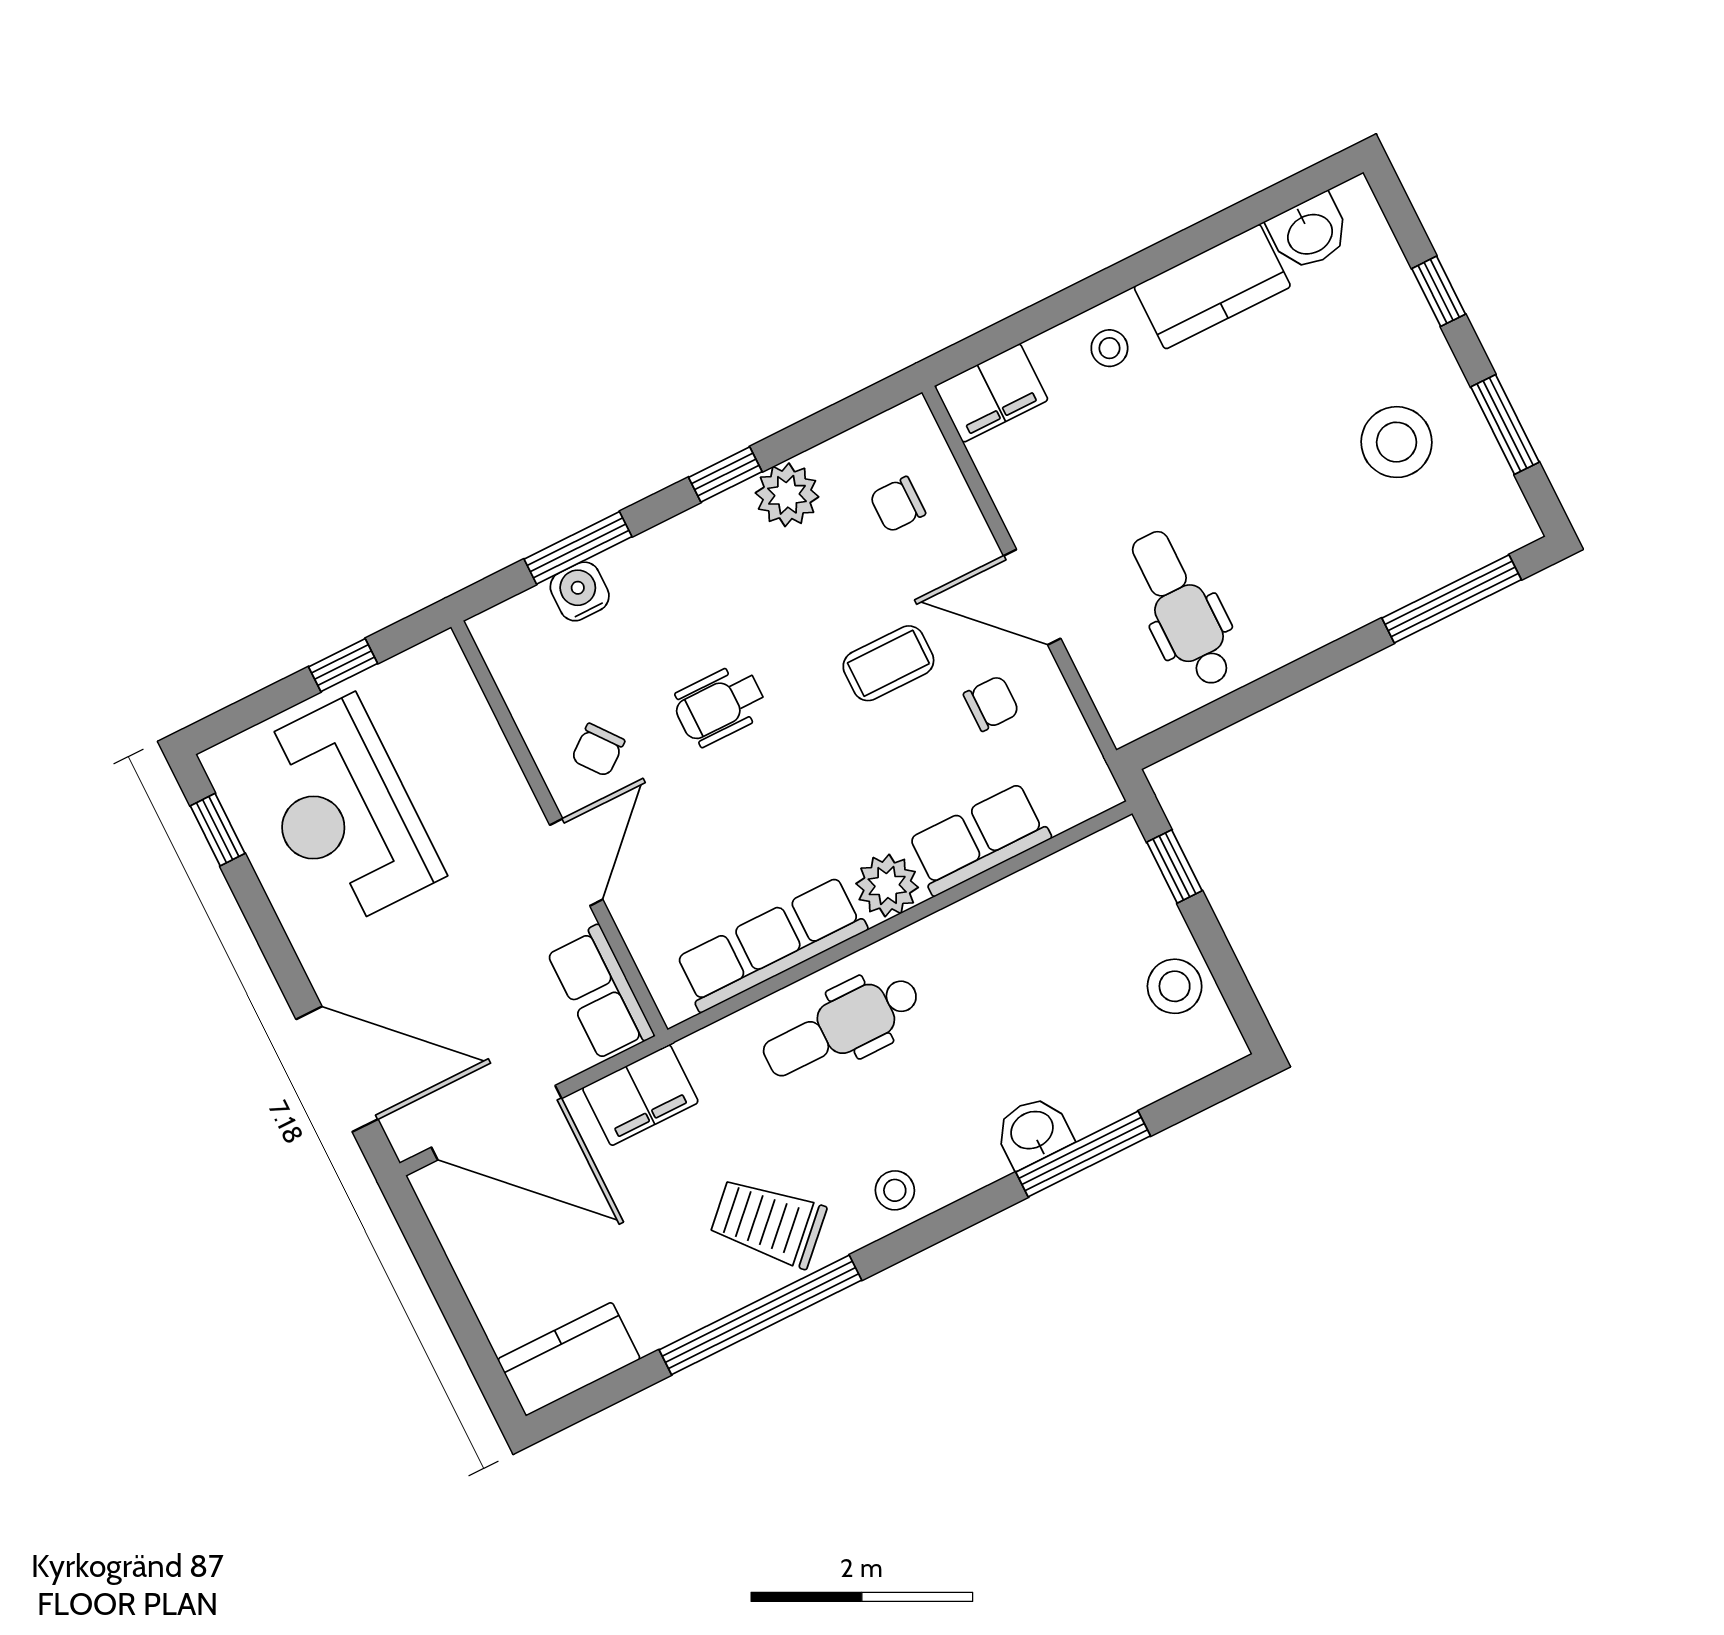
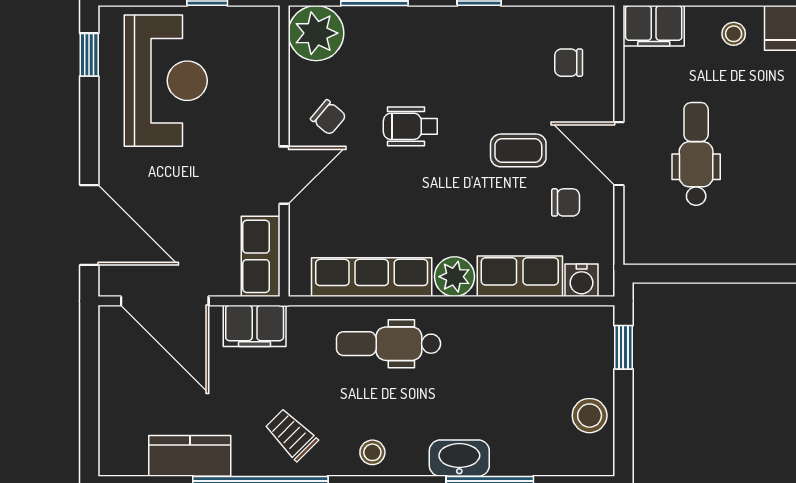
plant: (787, 495) -> (316, 33), moved, width x1.36, depth x1.36
water cooler: (580, 591) -> (582, 280), moved, turned 180
dental chair: (1182, 609) -> (696, 154), moved
chair: (598, 750) -> (328, 117), turned -102
reception desk: (344, 812) -> (166, 81), turned 180
washbasin: (1033, 1132) -> (459, 458), width x1.38
trolley: (768, 1222) -> (291, 435), width x0.73, depth x0.72
kitchen counter: (569, 1359) -> (190, 456), moved

